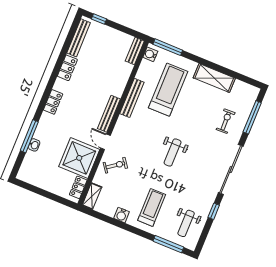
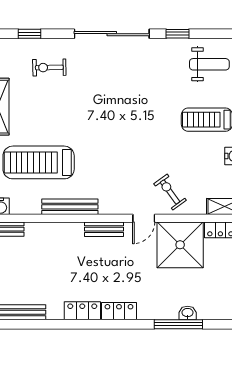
locker: (67, 68) -> (82, 311), moved
bench: (109, 114) -> (104, 229), width x0.73
window: (252, 117) -> (30, 34), width x0.46
weight bench: (173, 153) -> (121, 122), removed

